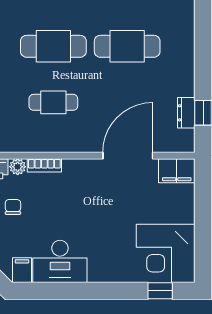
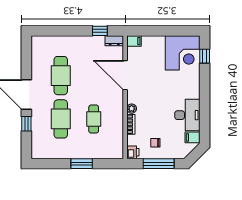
dresser: (186, 113) -> (114, 41), moved
plant: (18, 167) -> (132, 109), moved
filing cabinet: (177, 171) -> (134, 41), width x0.50

